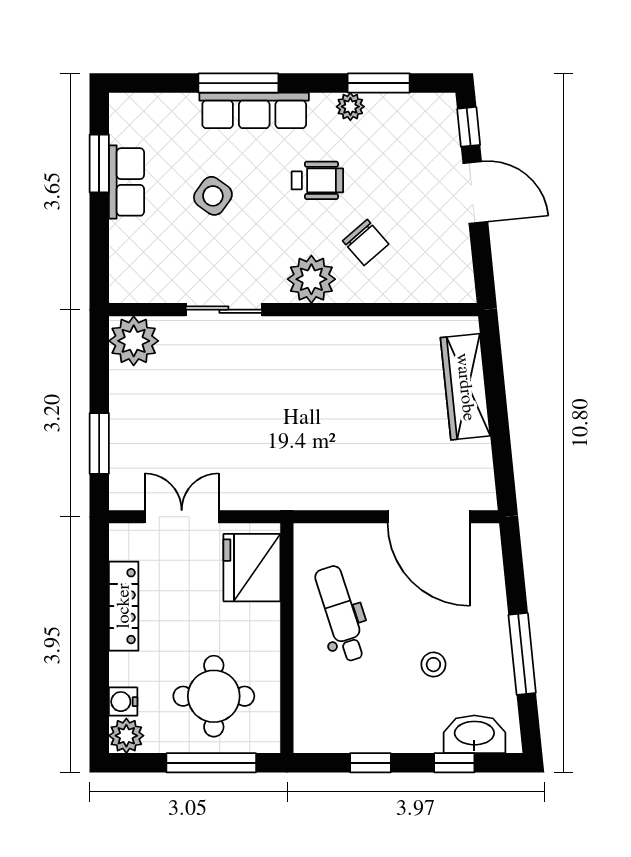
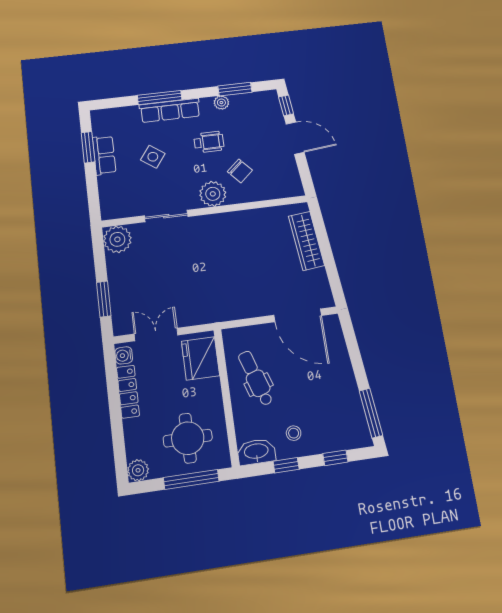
window: (522, 654) -> (371, 413), moved
stool: (433, 665) -> (294, 433), moved
water cooler: (123, 702) -> (124, 355), moved
washbasin: (474, 734) -> (256, 452), moved

